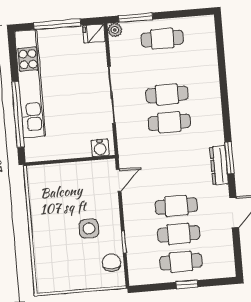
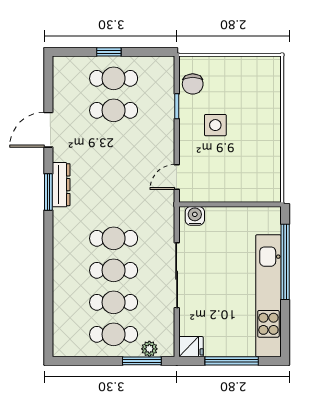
plant: (115, 30) -> (149, 349), moved
cafe table: (176, 206) -> (114, 302), moved

